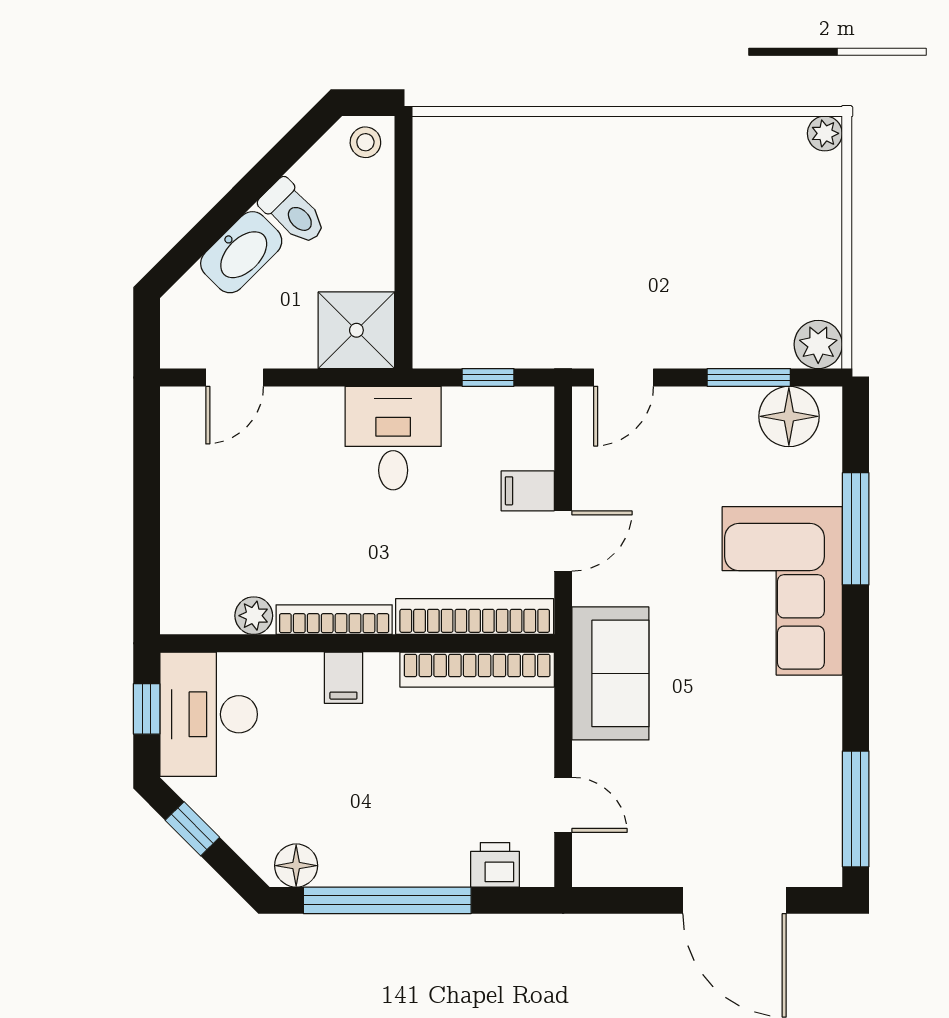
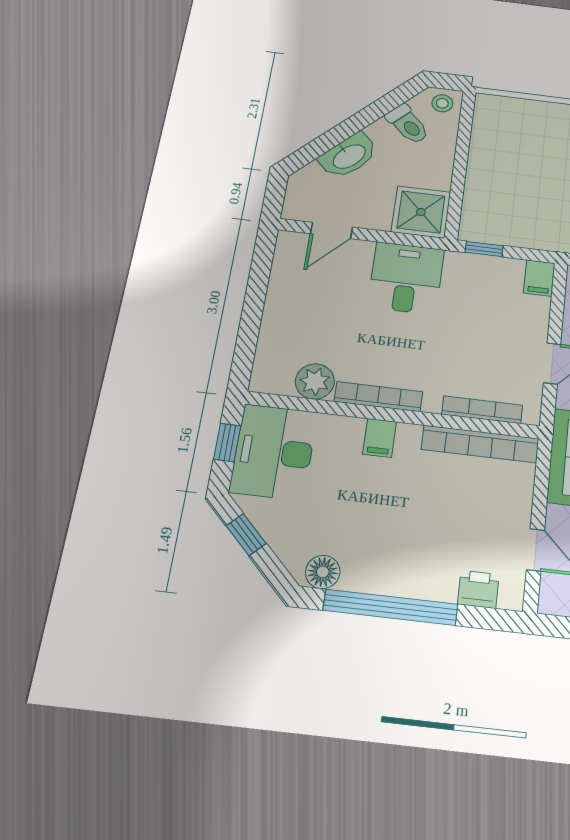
toilet: (293, 212) -> (408, 124), moved
window: (488, 377) -> (484, 249), moved
desk: (393, 438) -> (406, 278), moved
filing cabinet: (528, 491) -> (539, 278), moved, turned -90
plant: (254, 616) -> (315, 381), width x1.38, depth x1.38
bookcase: (475, 617) -> (482, 410), width x0.68, depth x0.76

